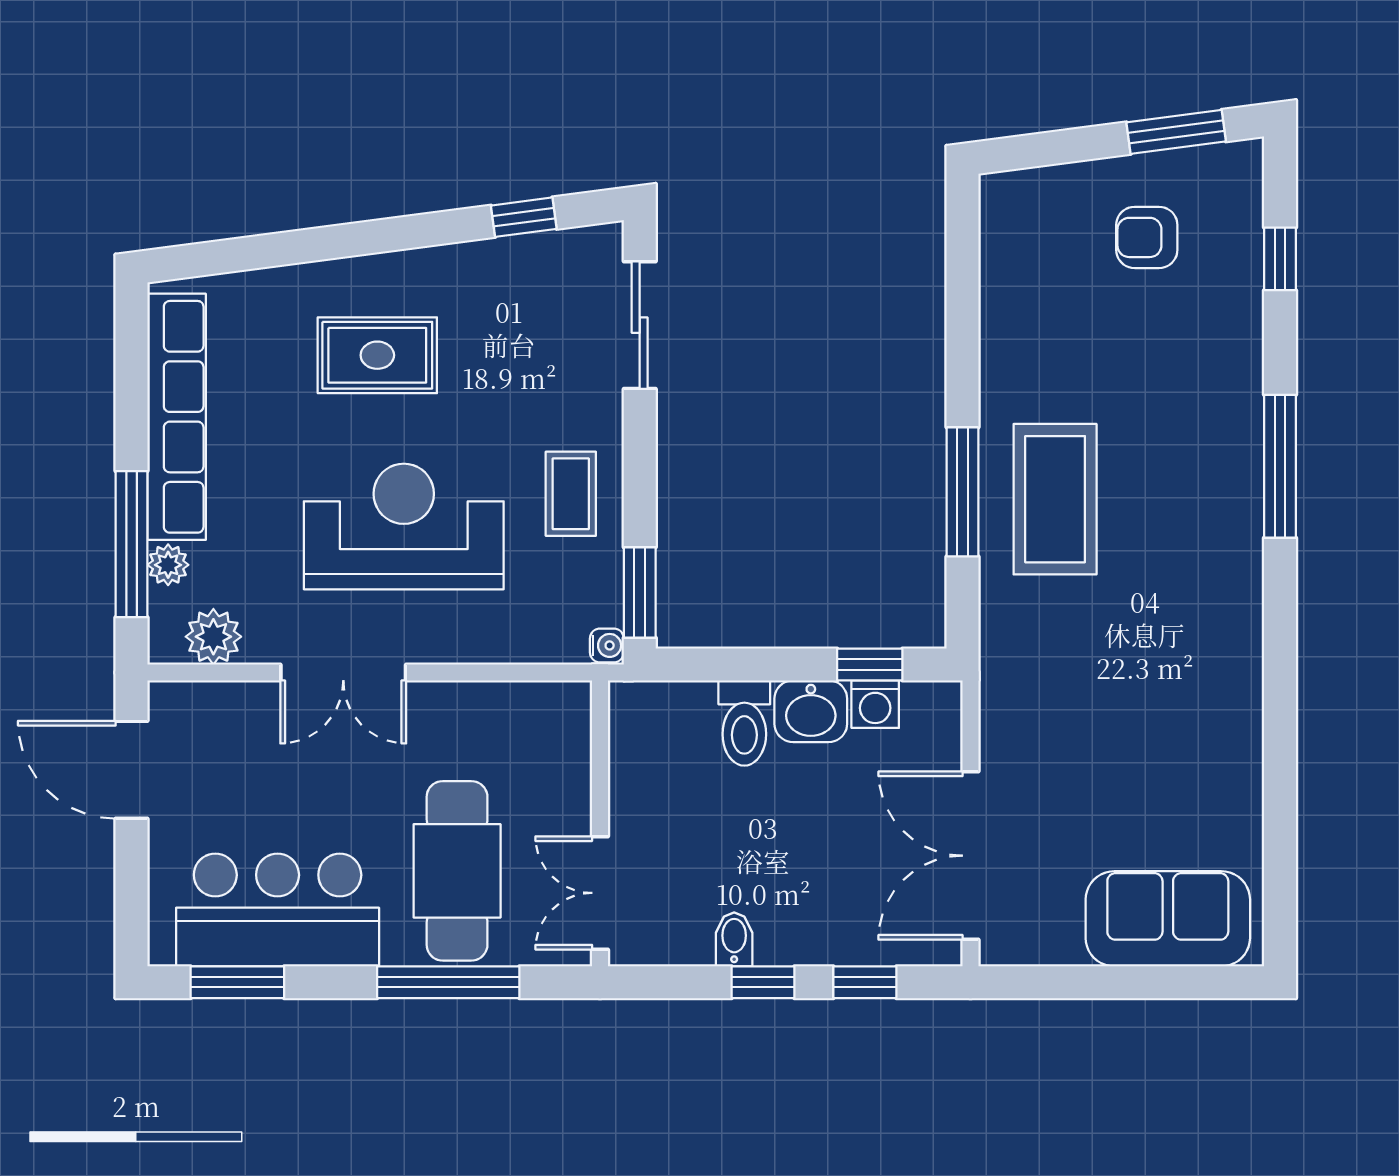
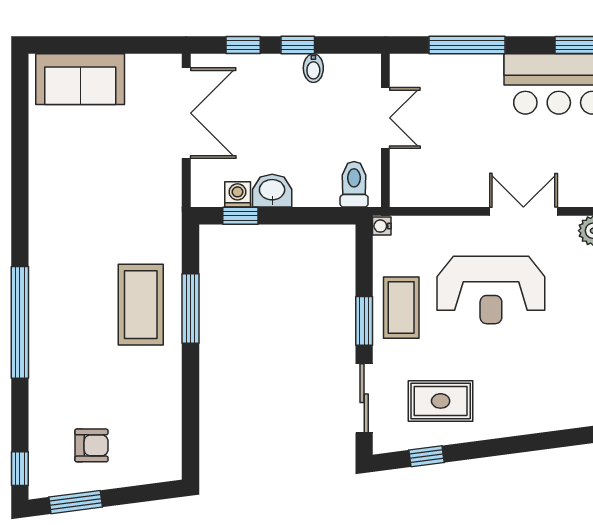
window: (1280, 259) -> (20, 469), moved
rug: (377, 355) -> (441, 401), moved
window: (1280, 466) -> (20, 322), width x1.46
coffee table: (571, 494) -> (401, 308), width x1.36, depth x1.30
window: (640, 593) -> (364, 321), moved
toilet: (744, 723) -> (354, 184), moved
cafe table: (457, 871) -> (462, 105), removed
double door: (600, 893) -> (385, 118), moved

